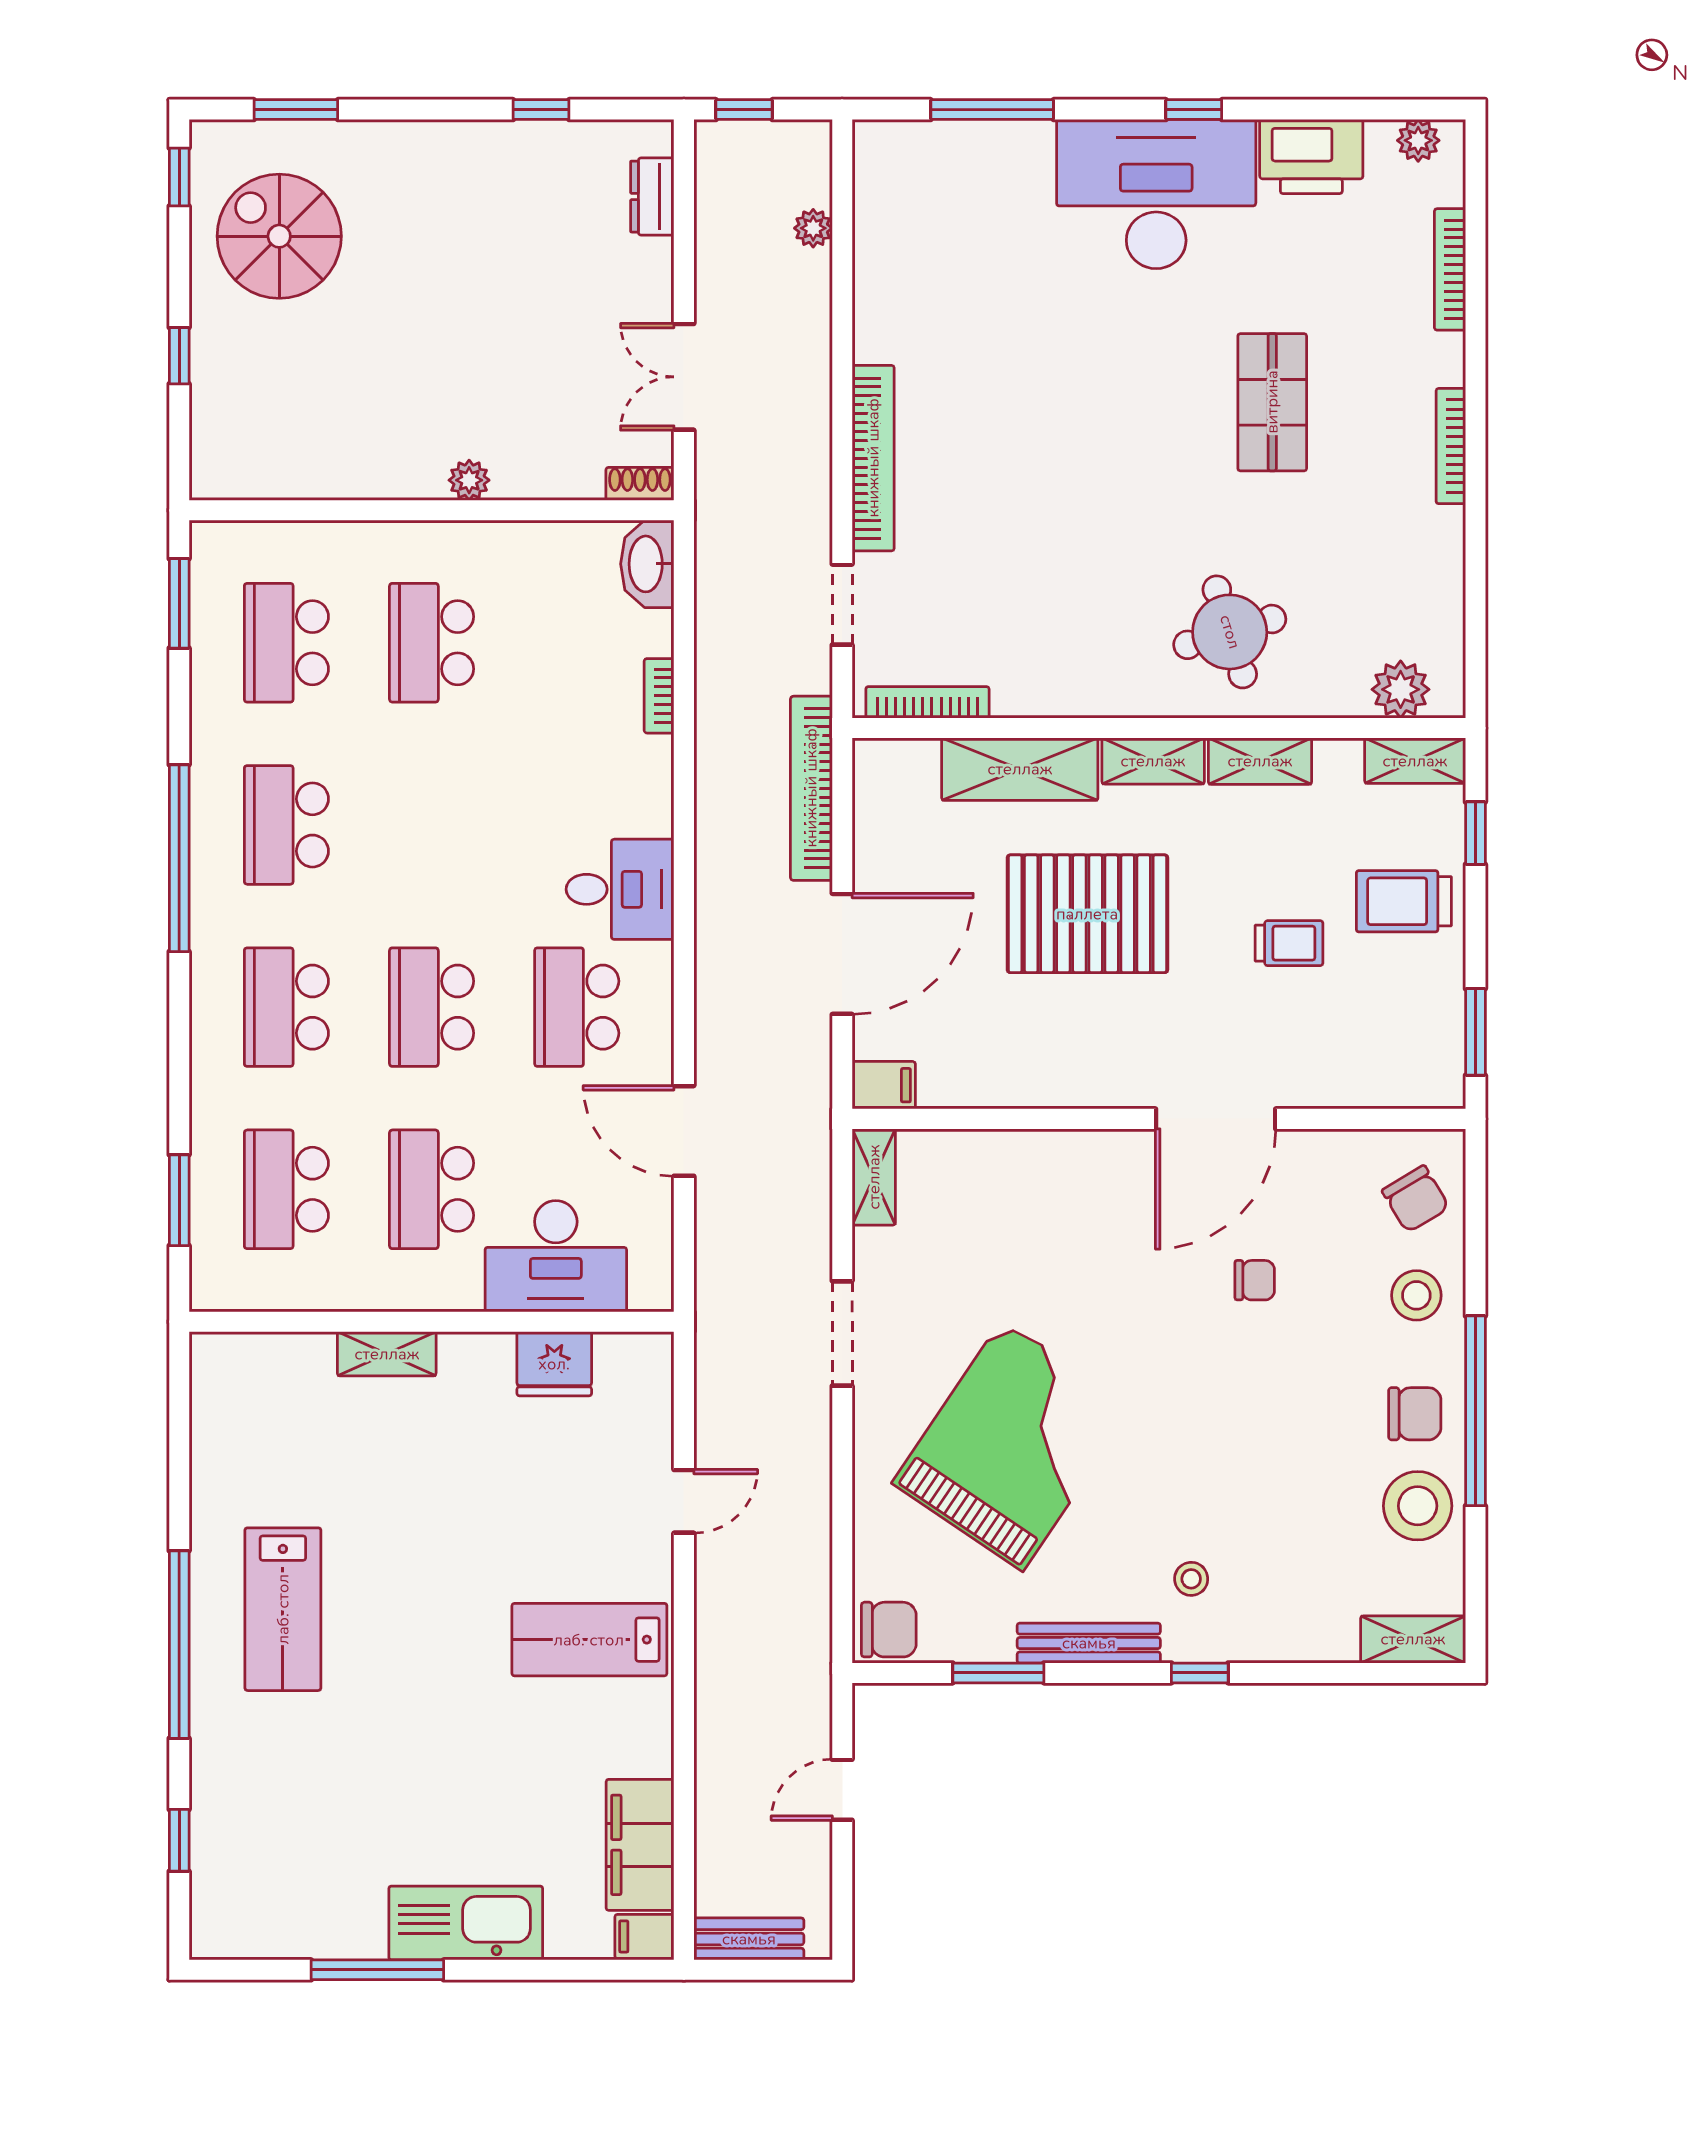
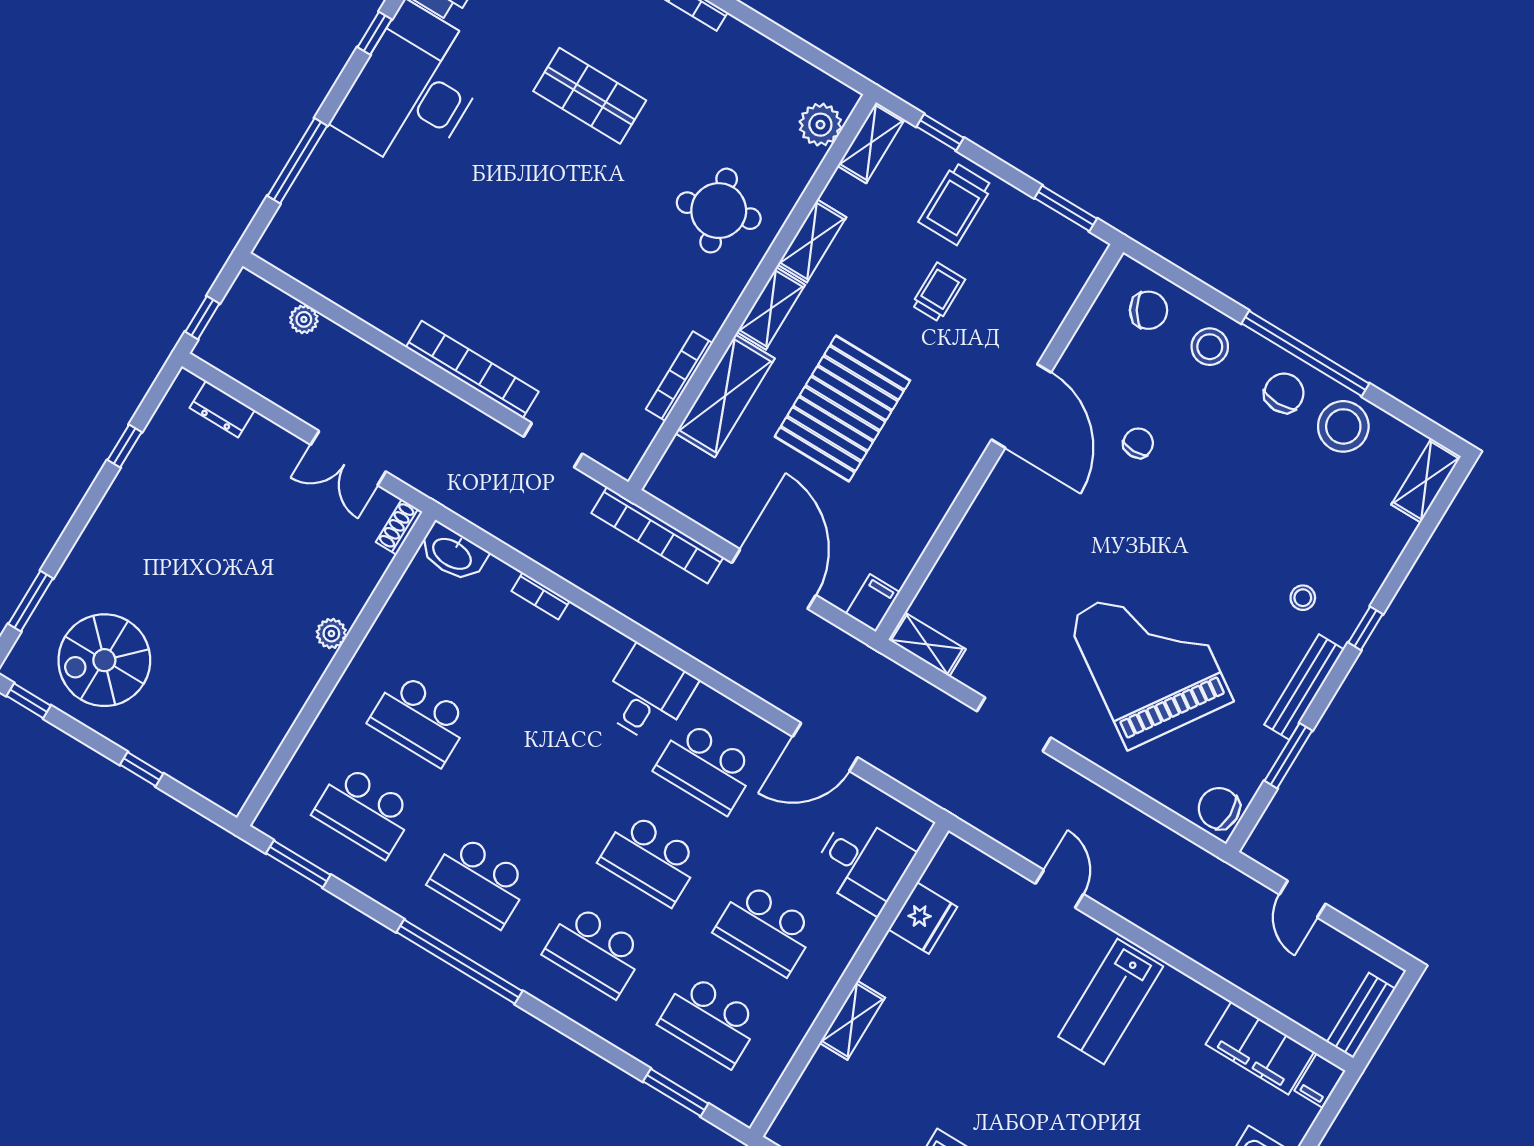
bookcase: (927, 702) -> (679, 376), moved
desk: (556, 1256) -> (863, 864), width x0.73
chair: (889, 1630) -> (1219, 808), turned -90

